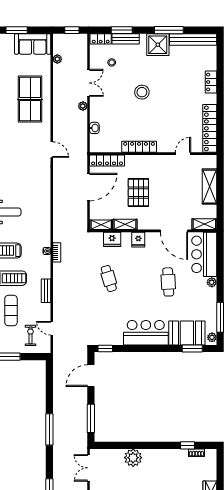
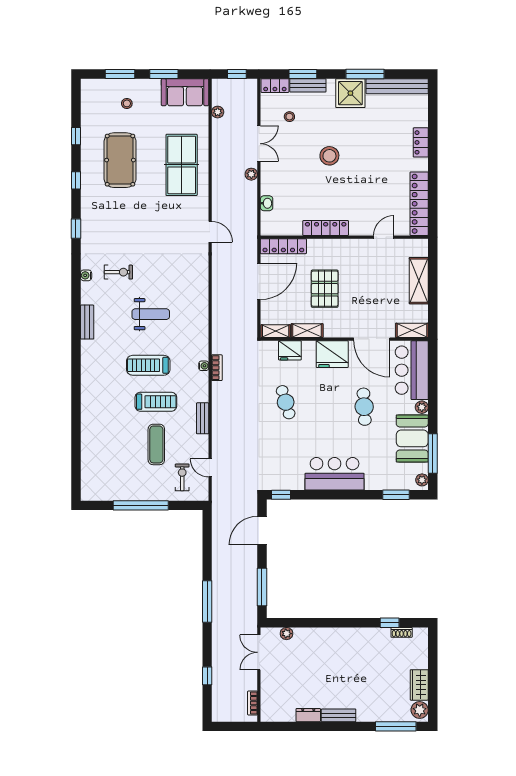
fridge: (138, 240) -> (332, 354), width x1.88, depth x1.34
booth: (187, 333) -> (412, 438), moved, turned 90
plant: (133, 458) -> (287, 634), moved, width x0.53, depth x0.53

